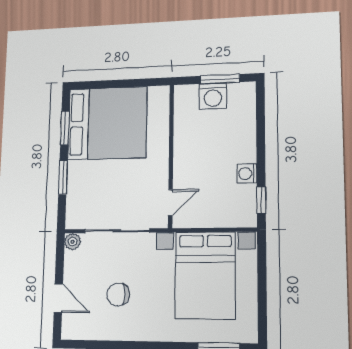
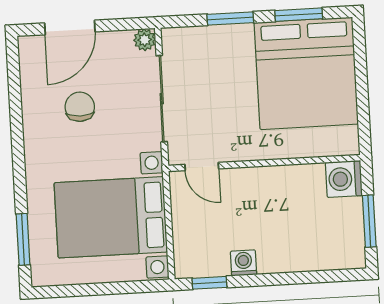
washing machine: (213, 96) -> (344, 179), moved
door: (58, 298) -> (70, 27), width x1.38

